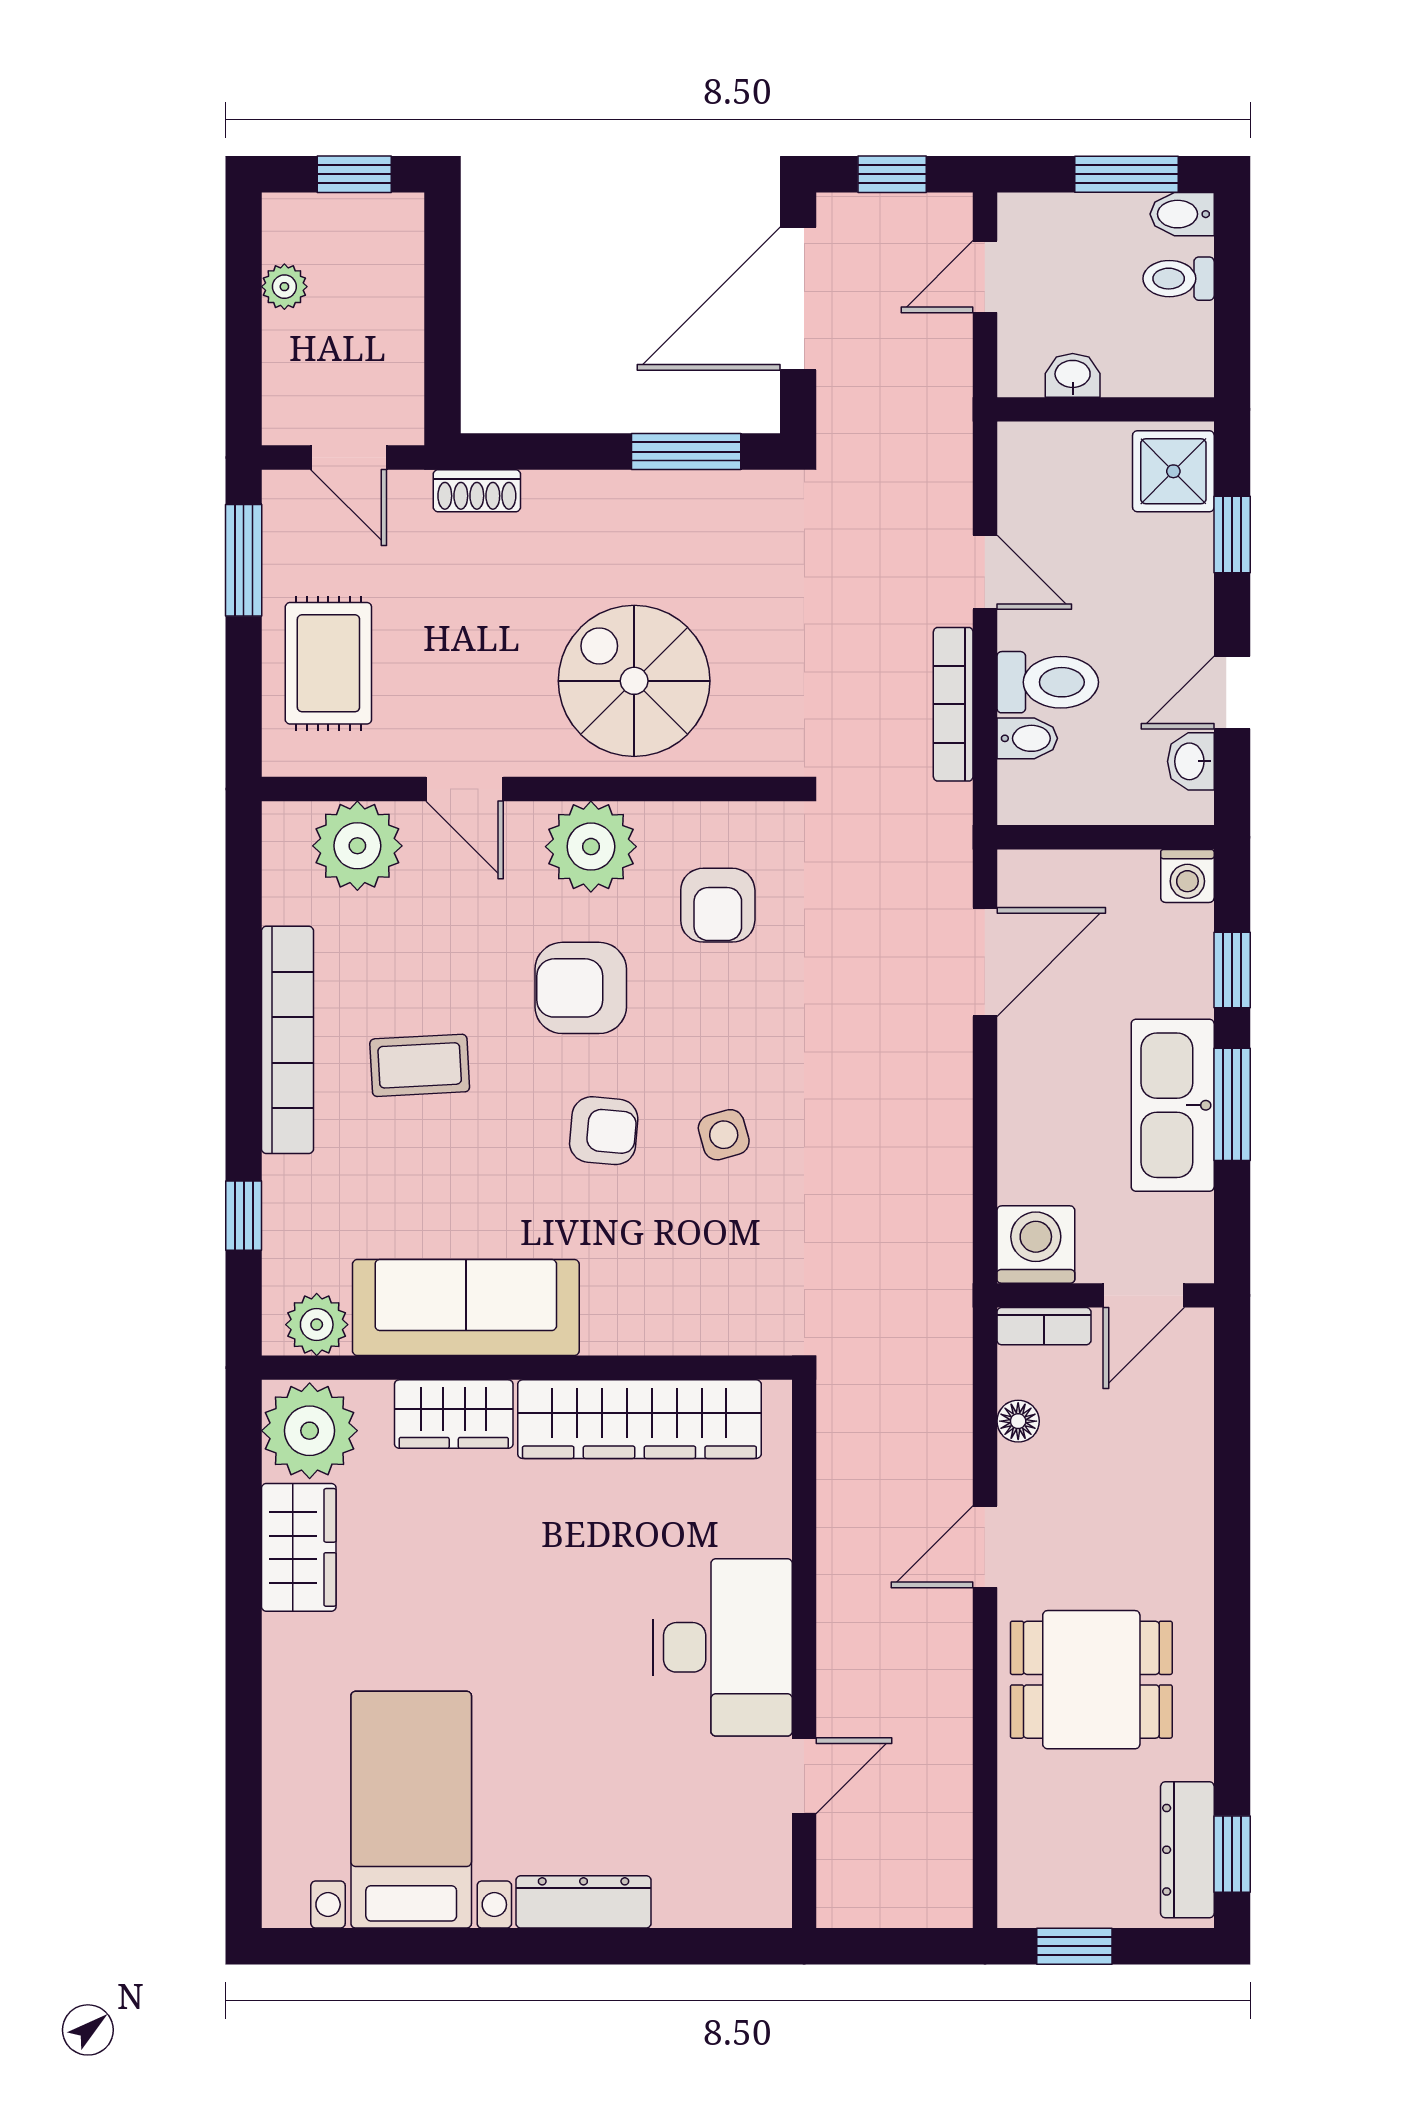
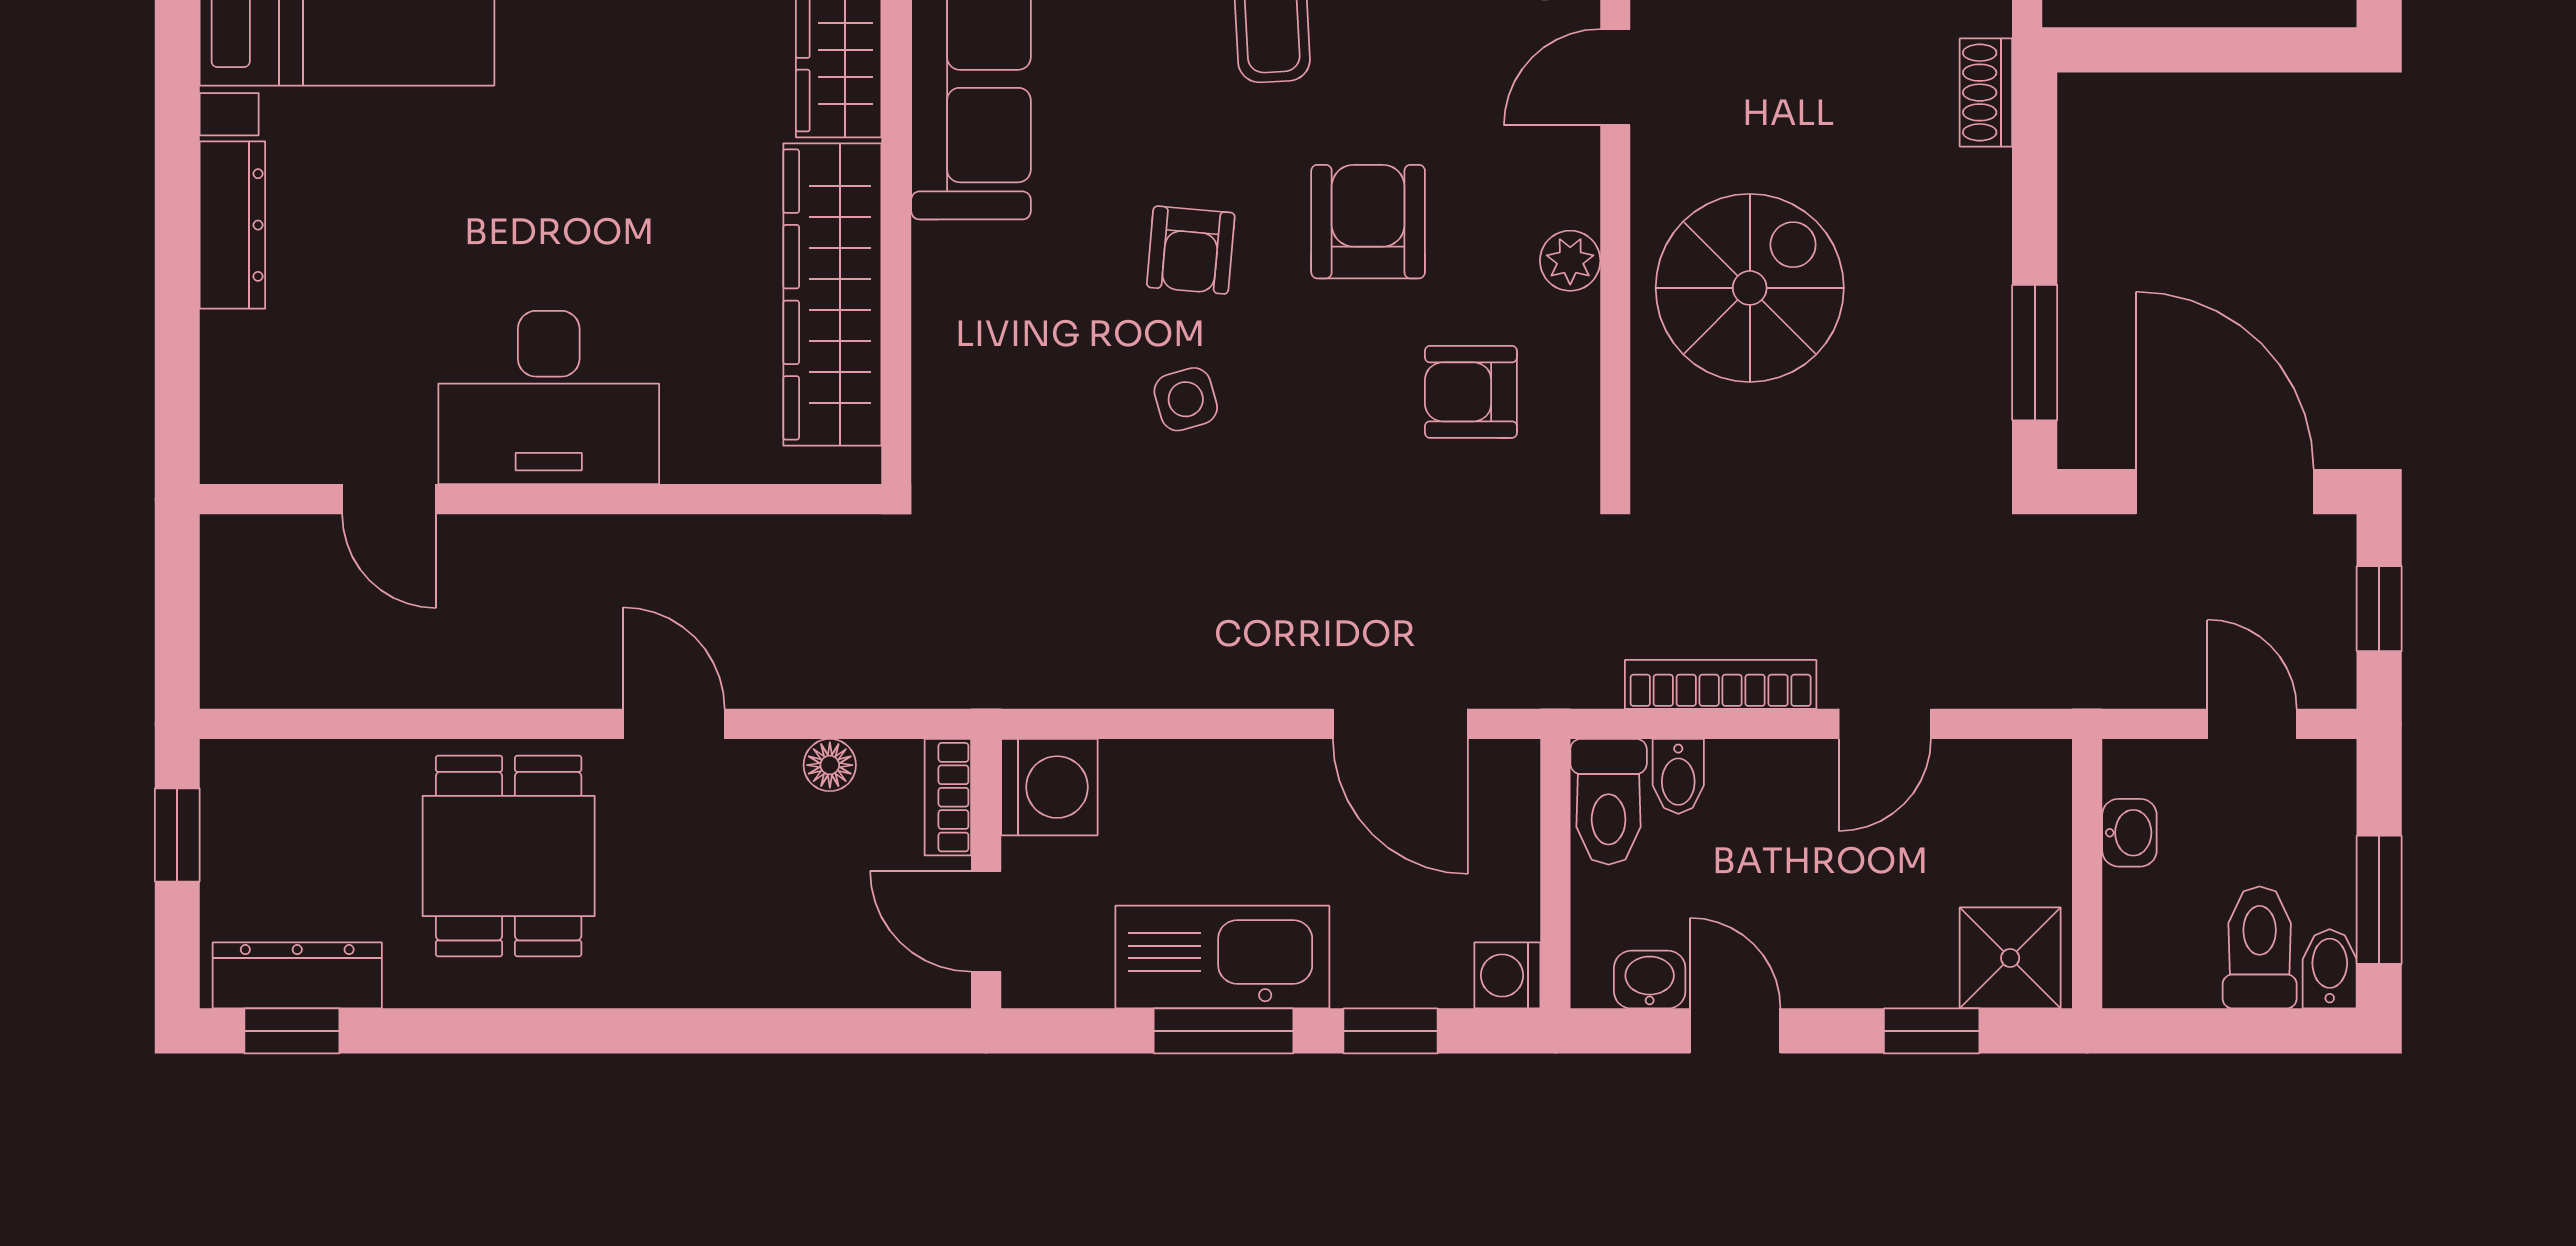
toilet: (1179, 279) -> (2260, 947), width x1.37, depth x1.39
toilet: (1048, 682) -> (1609, 802), moved
plant: (591, 847) -> (1570, 261), width x0.53, depth x0.53

